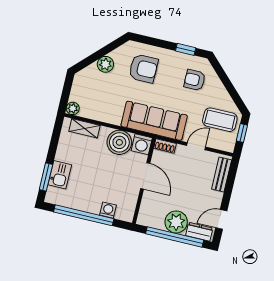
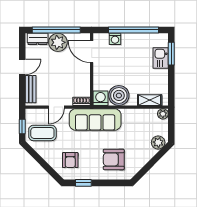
plant: (105, 64) -> (158, 142), moved
armchair: (195, 80) -> (70, 160), turned 90
door: (145, 176) -> (92, 52), moved
door: (221, 219) -> (22, 67), moved

